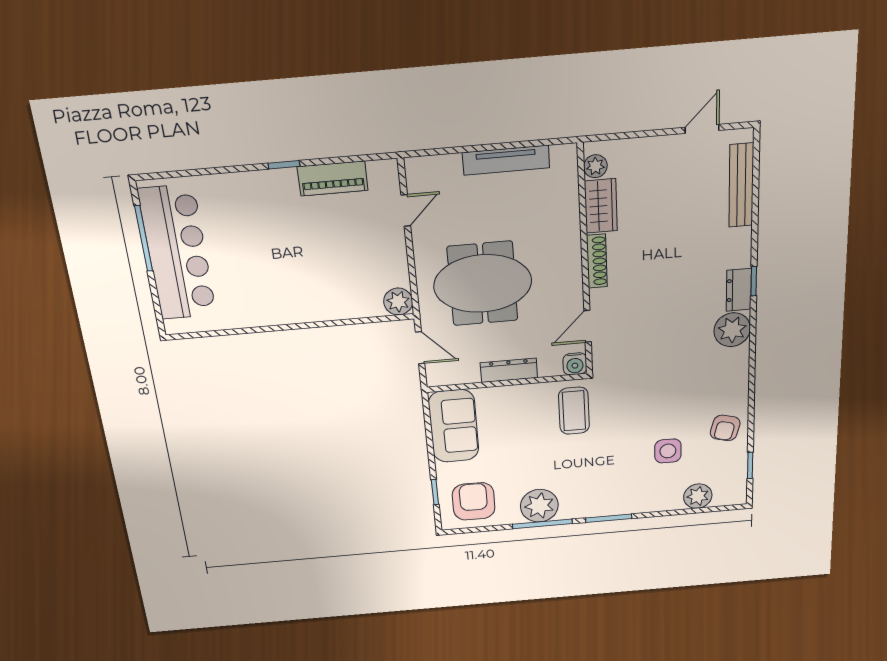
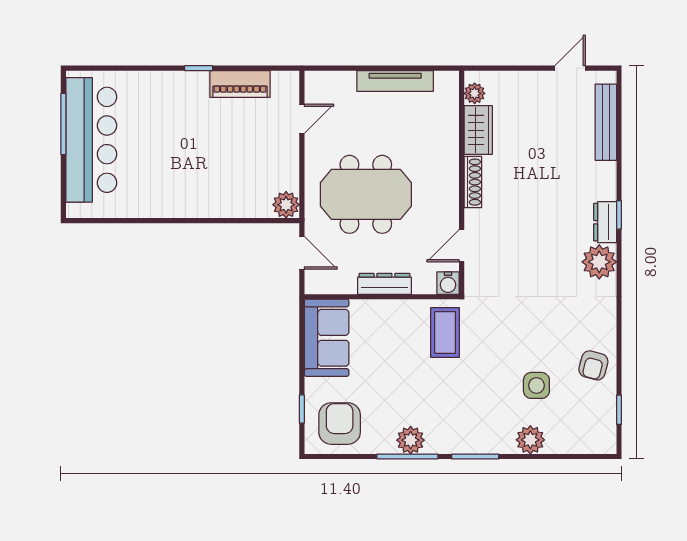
plant: (698, 496) -> (530, 440), moved
plant: (539, 506) -> (411, 440), width x0.73, depth x0.73

